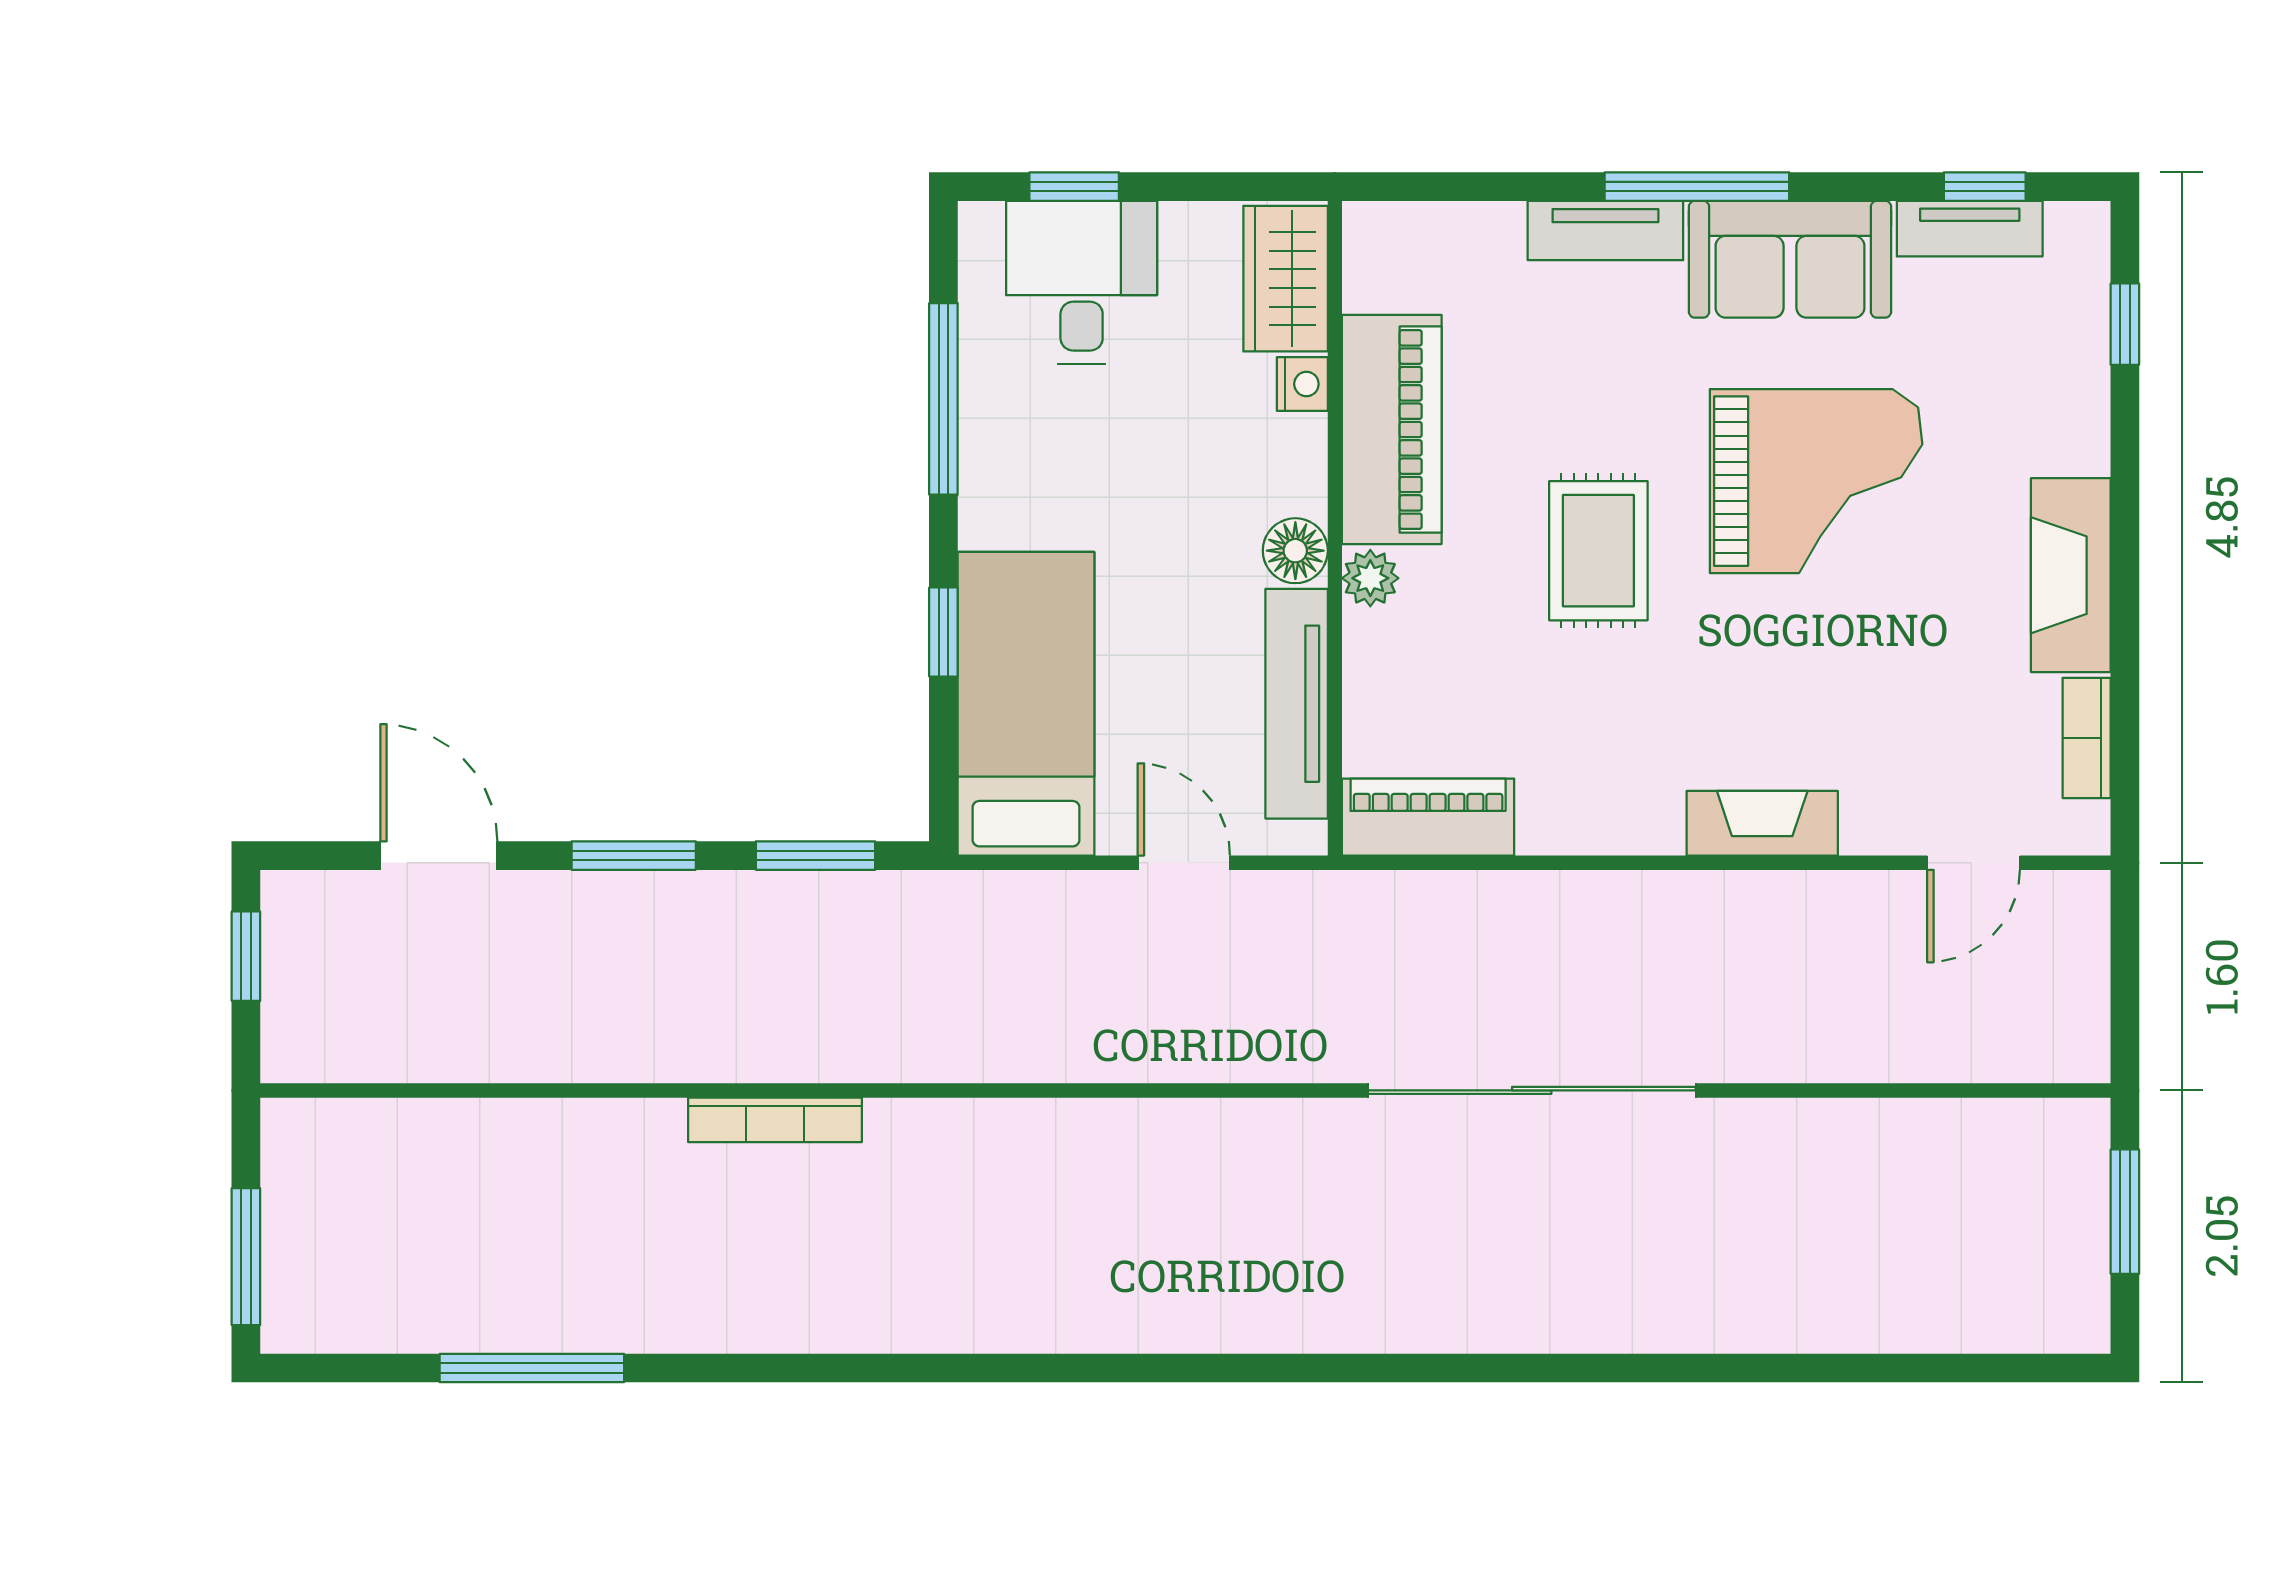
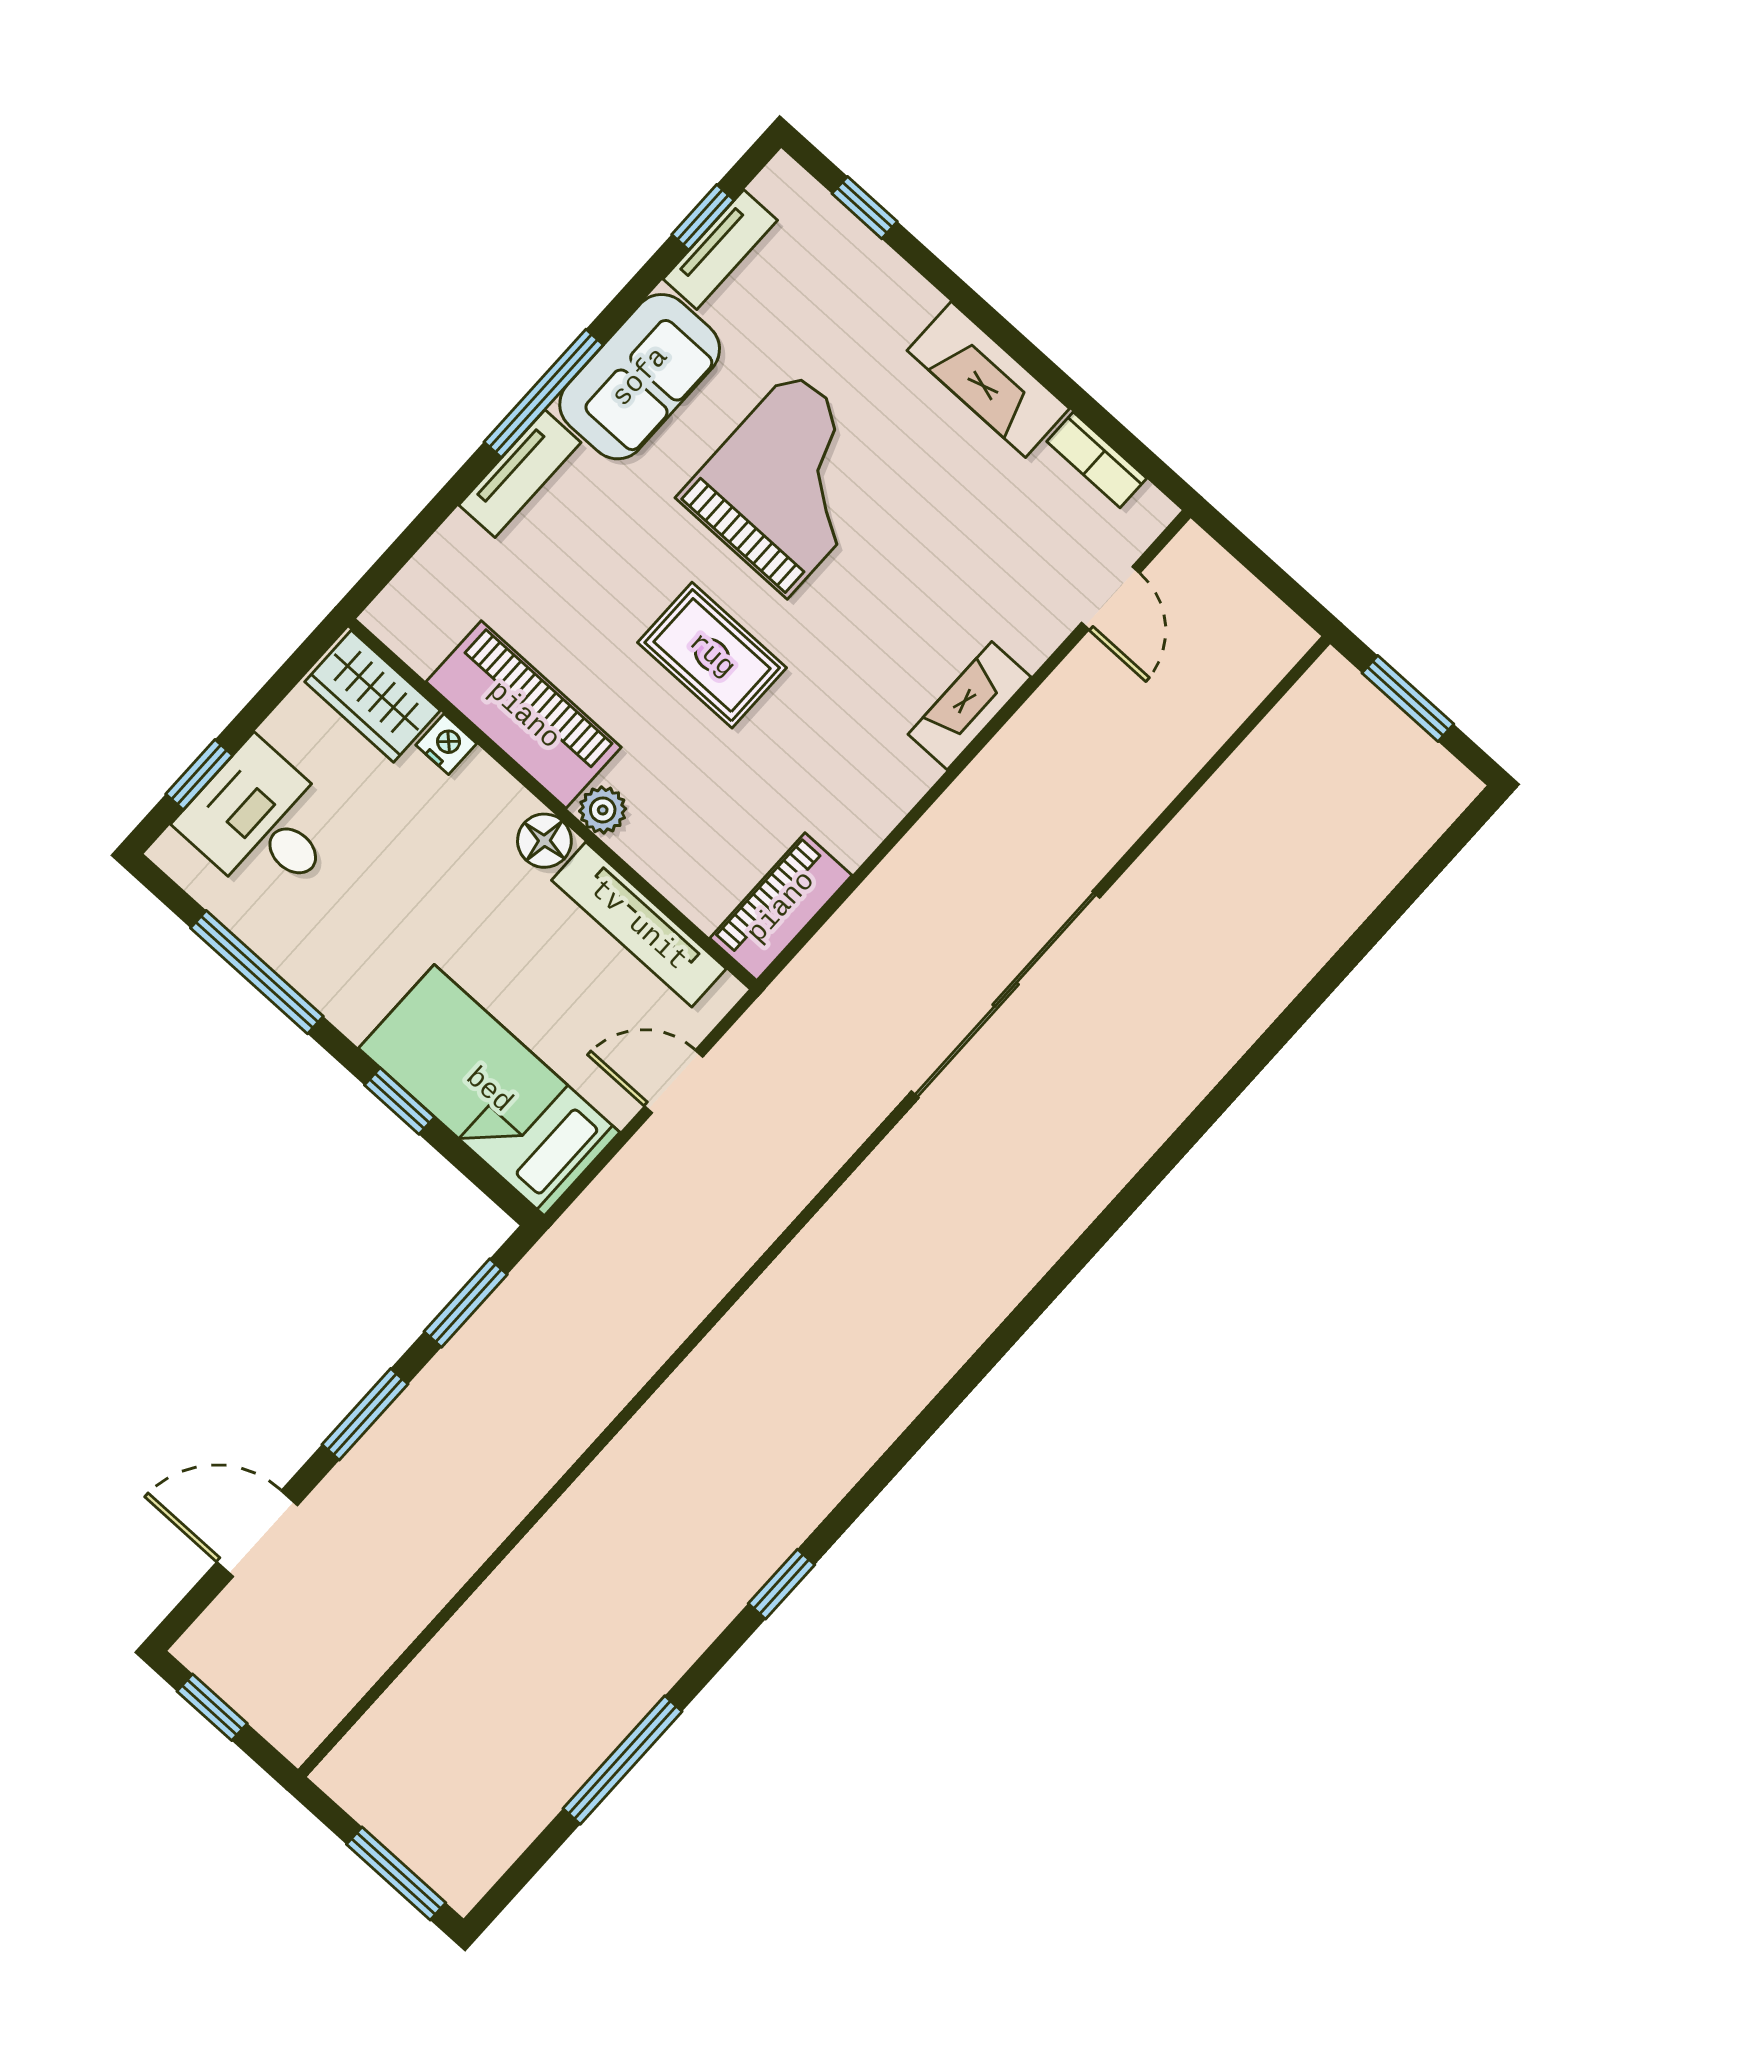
bookcase: (775, 1120) -> (605, 1474), removed
window: (819, 1368) -> (781, 1584), added

